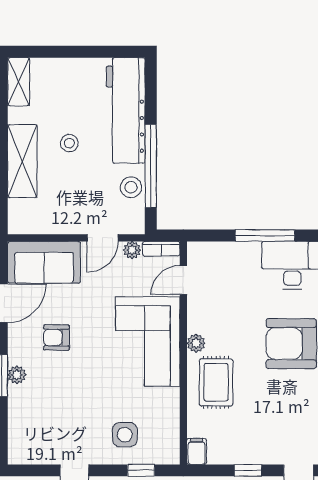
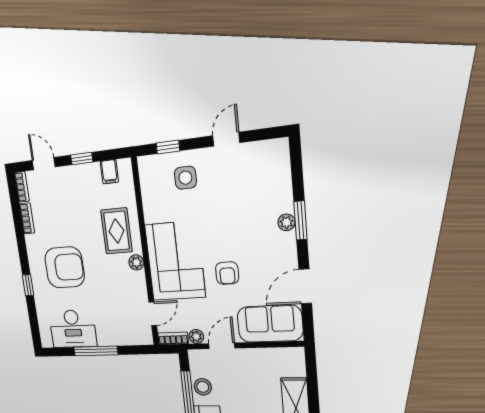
armchair: (56, 338) -> (227, 273), moved, turned 90
filing cabinet: (197, 451) -> (109, 172), moved

